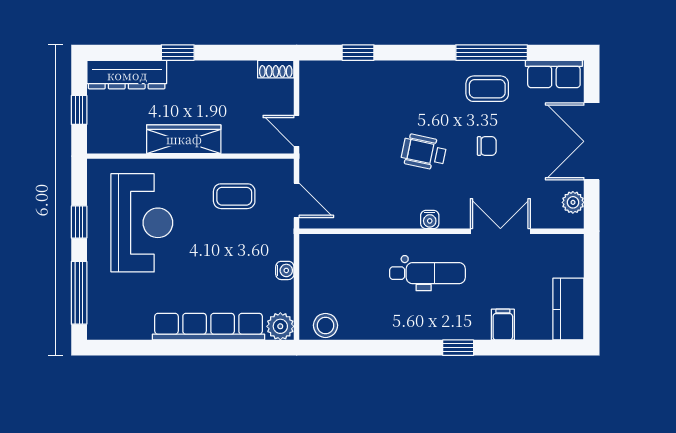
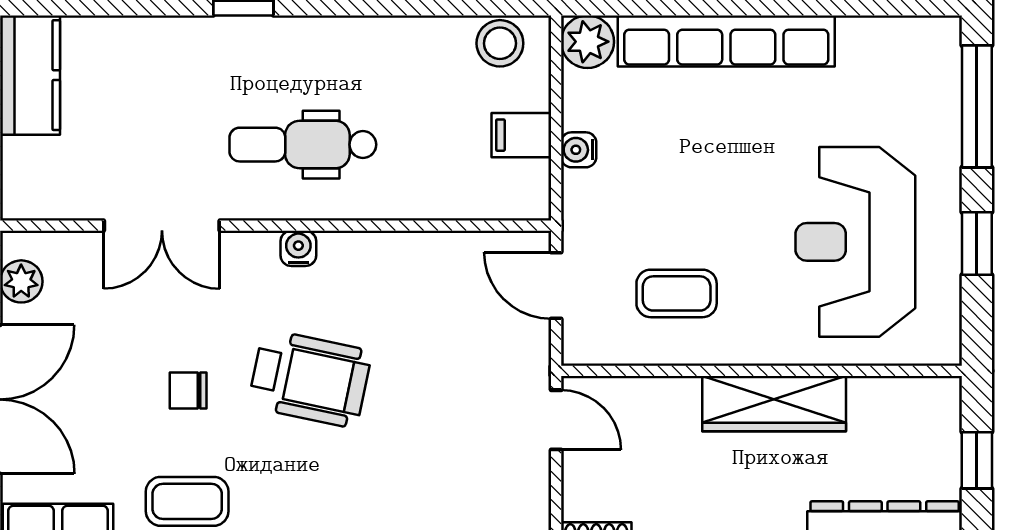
wheelchair: (424, 152) -> (310, 379), width x1.36, depth x1.37
filing cabinet: (503, 325) -> (521, 135), moved, turned 90

